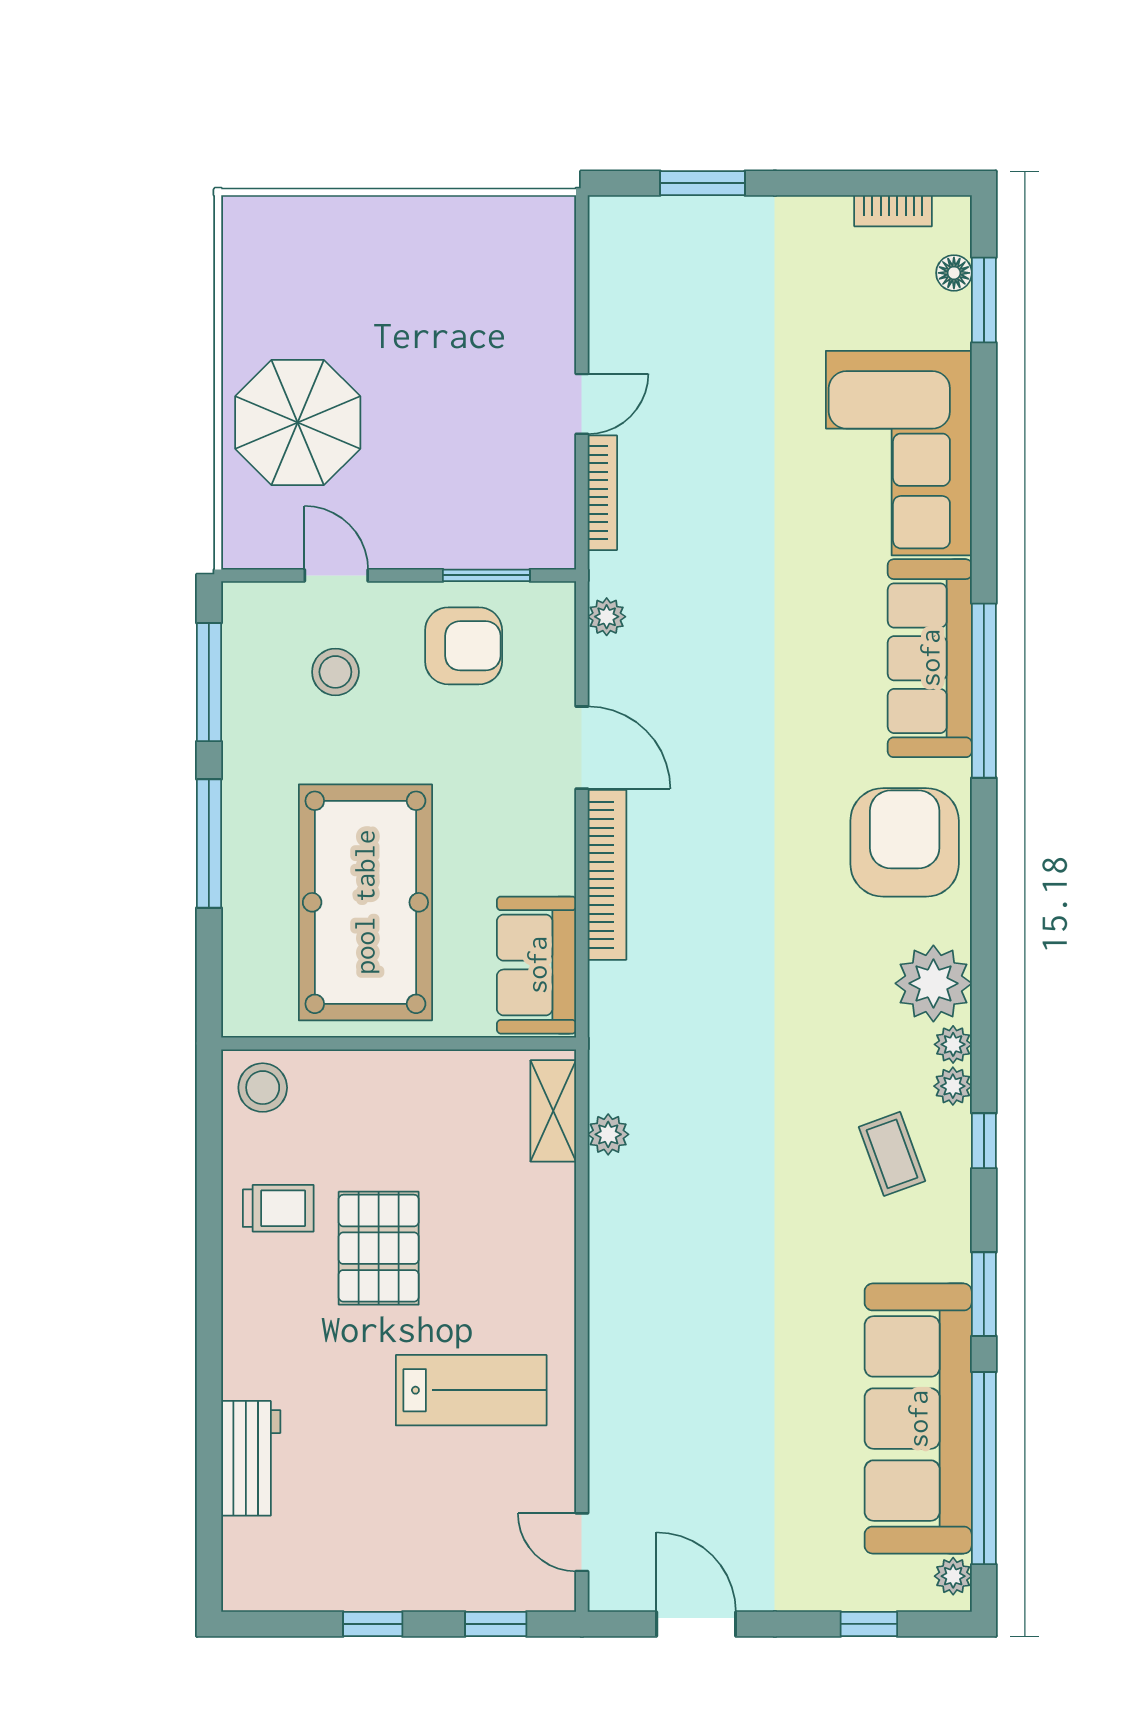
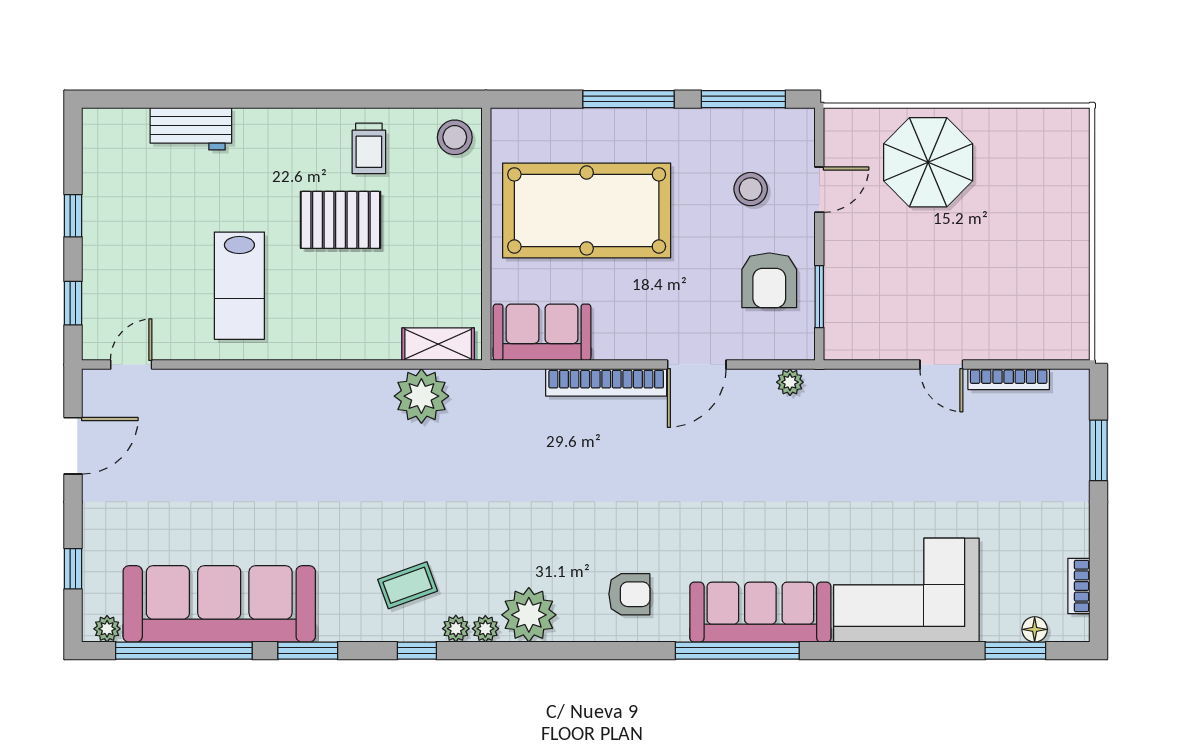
bookcase: (602, 493) -> (1009, 379), moved
armchair: (905, 842) -> (629, 594), width x0.53, depth x0.53
plant: (608, 1134) -> (421, 396), width x1.88, depth x1.88

